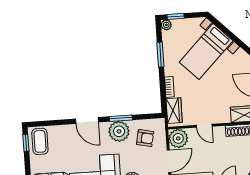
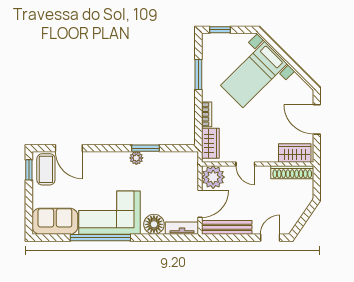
plant: (166, 25) -> (208, 39), removed
door: (87, 121) -> (69, 148), moved
plant: (119, 131) -> (136, 158), width x0.53, depth x0.53
armchair: (145, 138) -> (173, 174), removed

